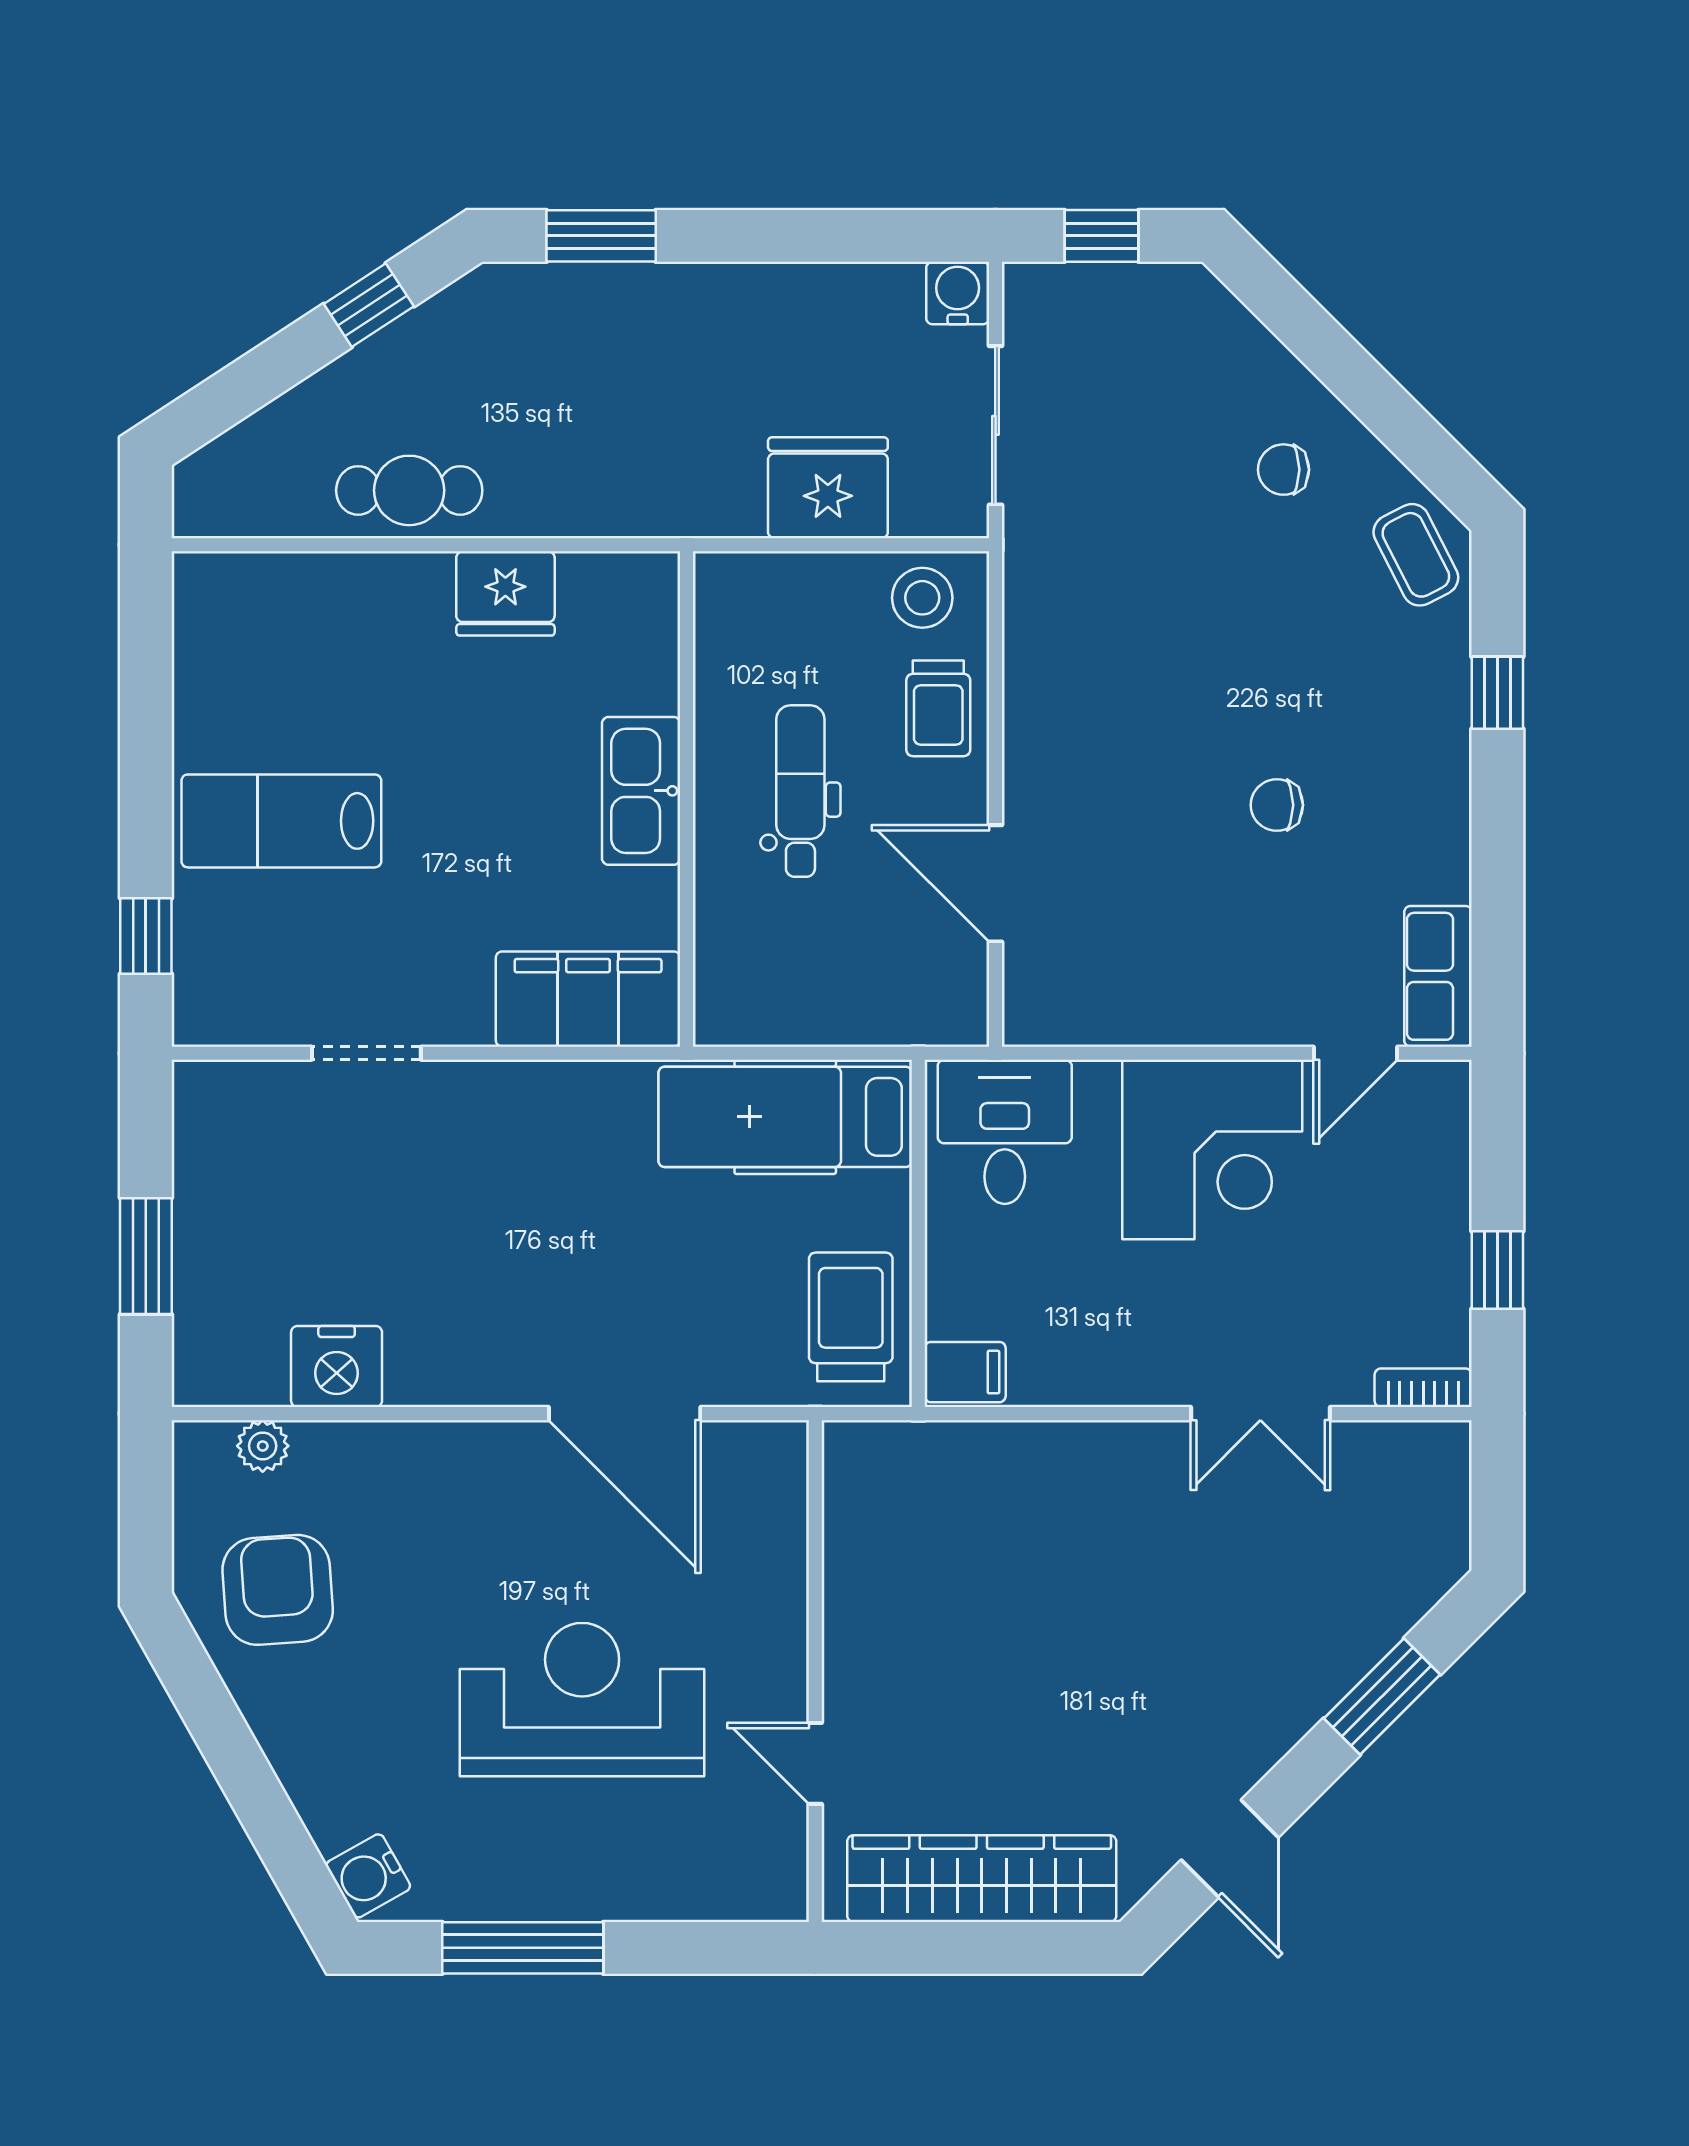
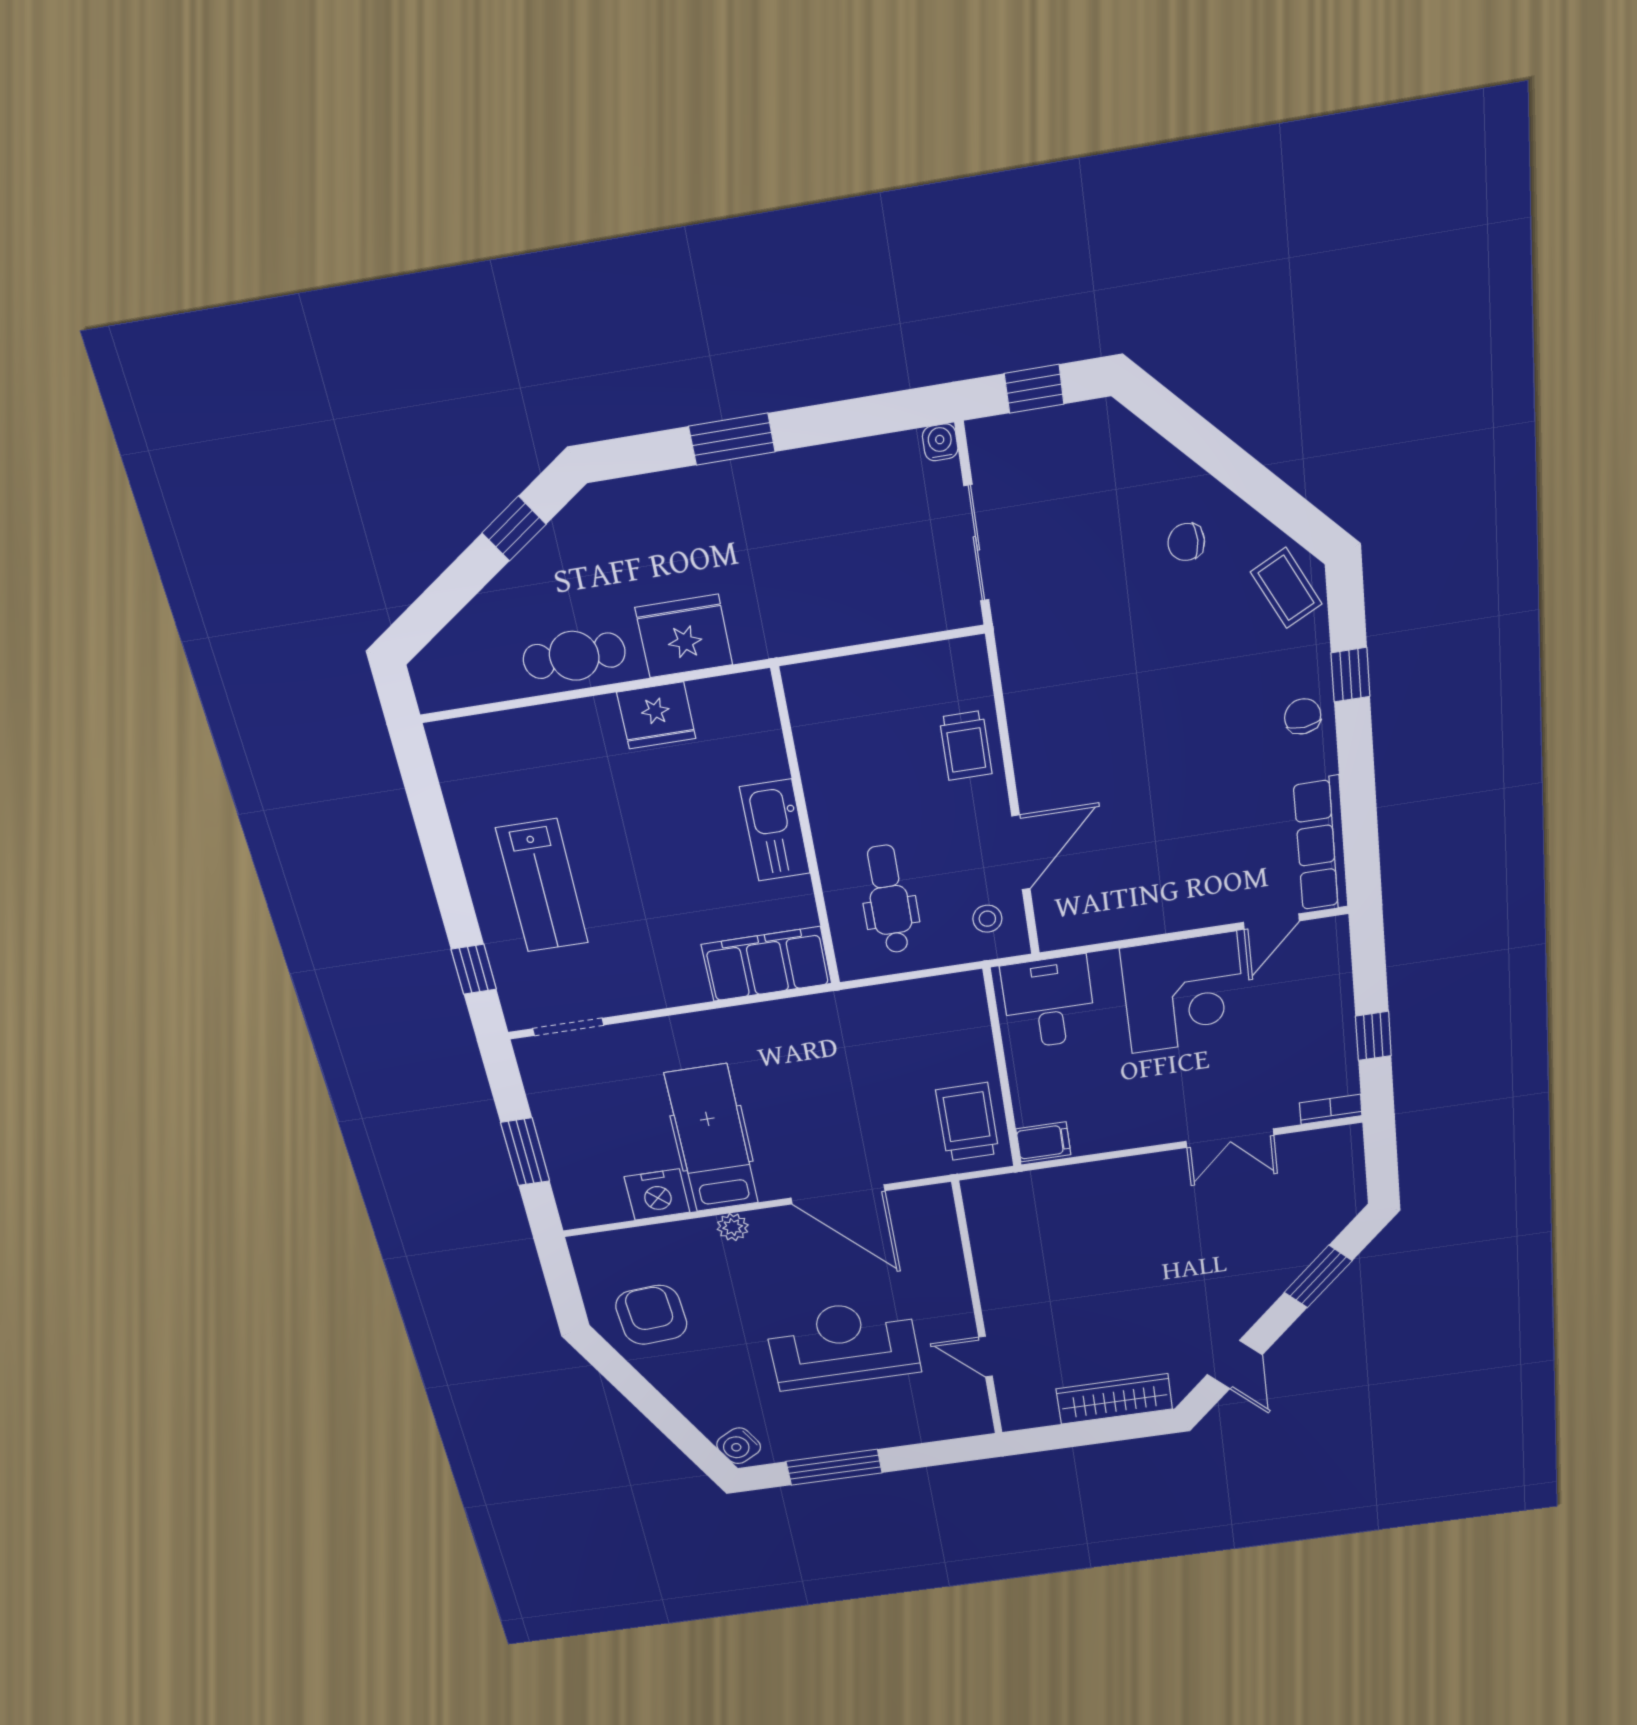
window: (601, 236) -> (732, 439), moved
water cooler: (958, 293) -> (940, 442), width x0.72, depth x0.72
fridge: (828, 488) -> (684, 636), moved
stool: (922, 598) -> (987, 919), moved, width x0.73, depth x0.73
dental chair: (800, 791) -> (889, 899), moved
chair: (1277, 805) -> (1303, 716), moved, turned 85
lab bench: (281, 821) -> (542, 886), turned -90
door: (995, 883) -> (1021, 853), swing flipped
row of seats: (1438, 976) -> (1321, 845), width x1.48
doorway: (366, 1053) -> (568, 1027), moved
hospital bed: (785, 1117) -> (712, 1139), moved, turned 90
plant: (263, 1446) -> (733, 1227), moved
wardrobe: (982, 1879) -> (1114, 1399), width x0.71, depth x0.85

